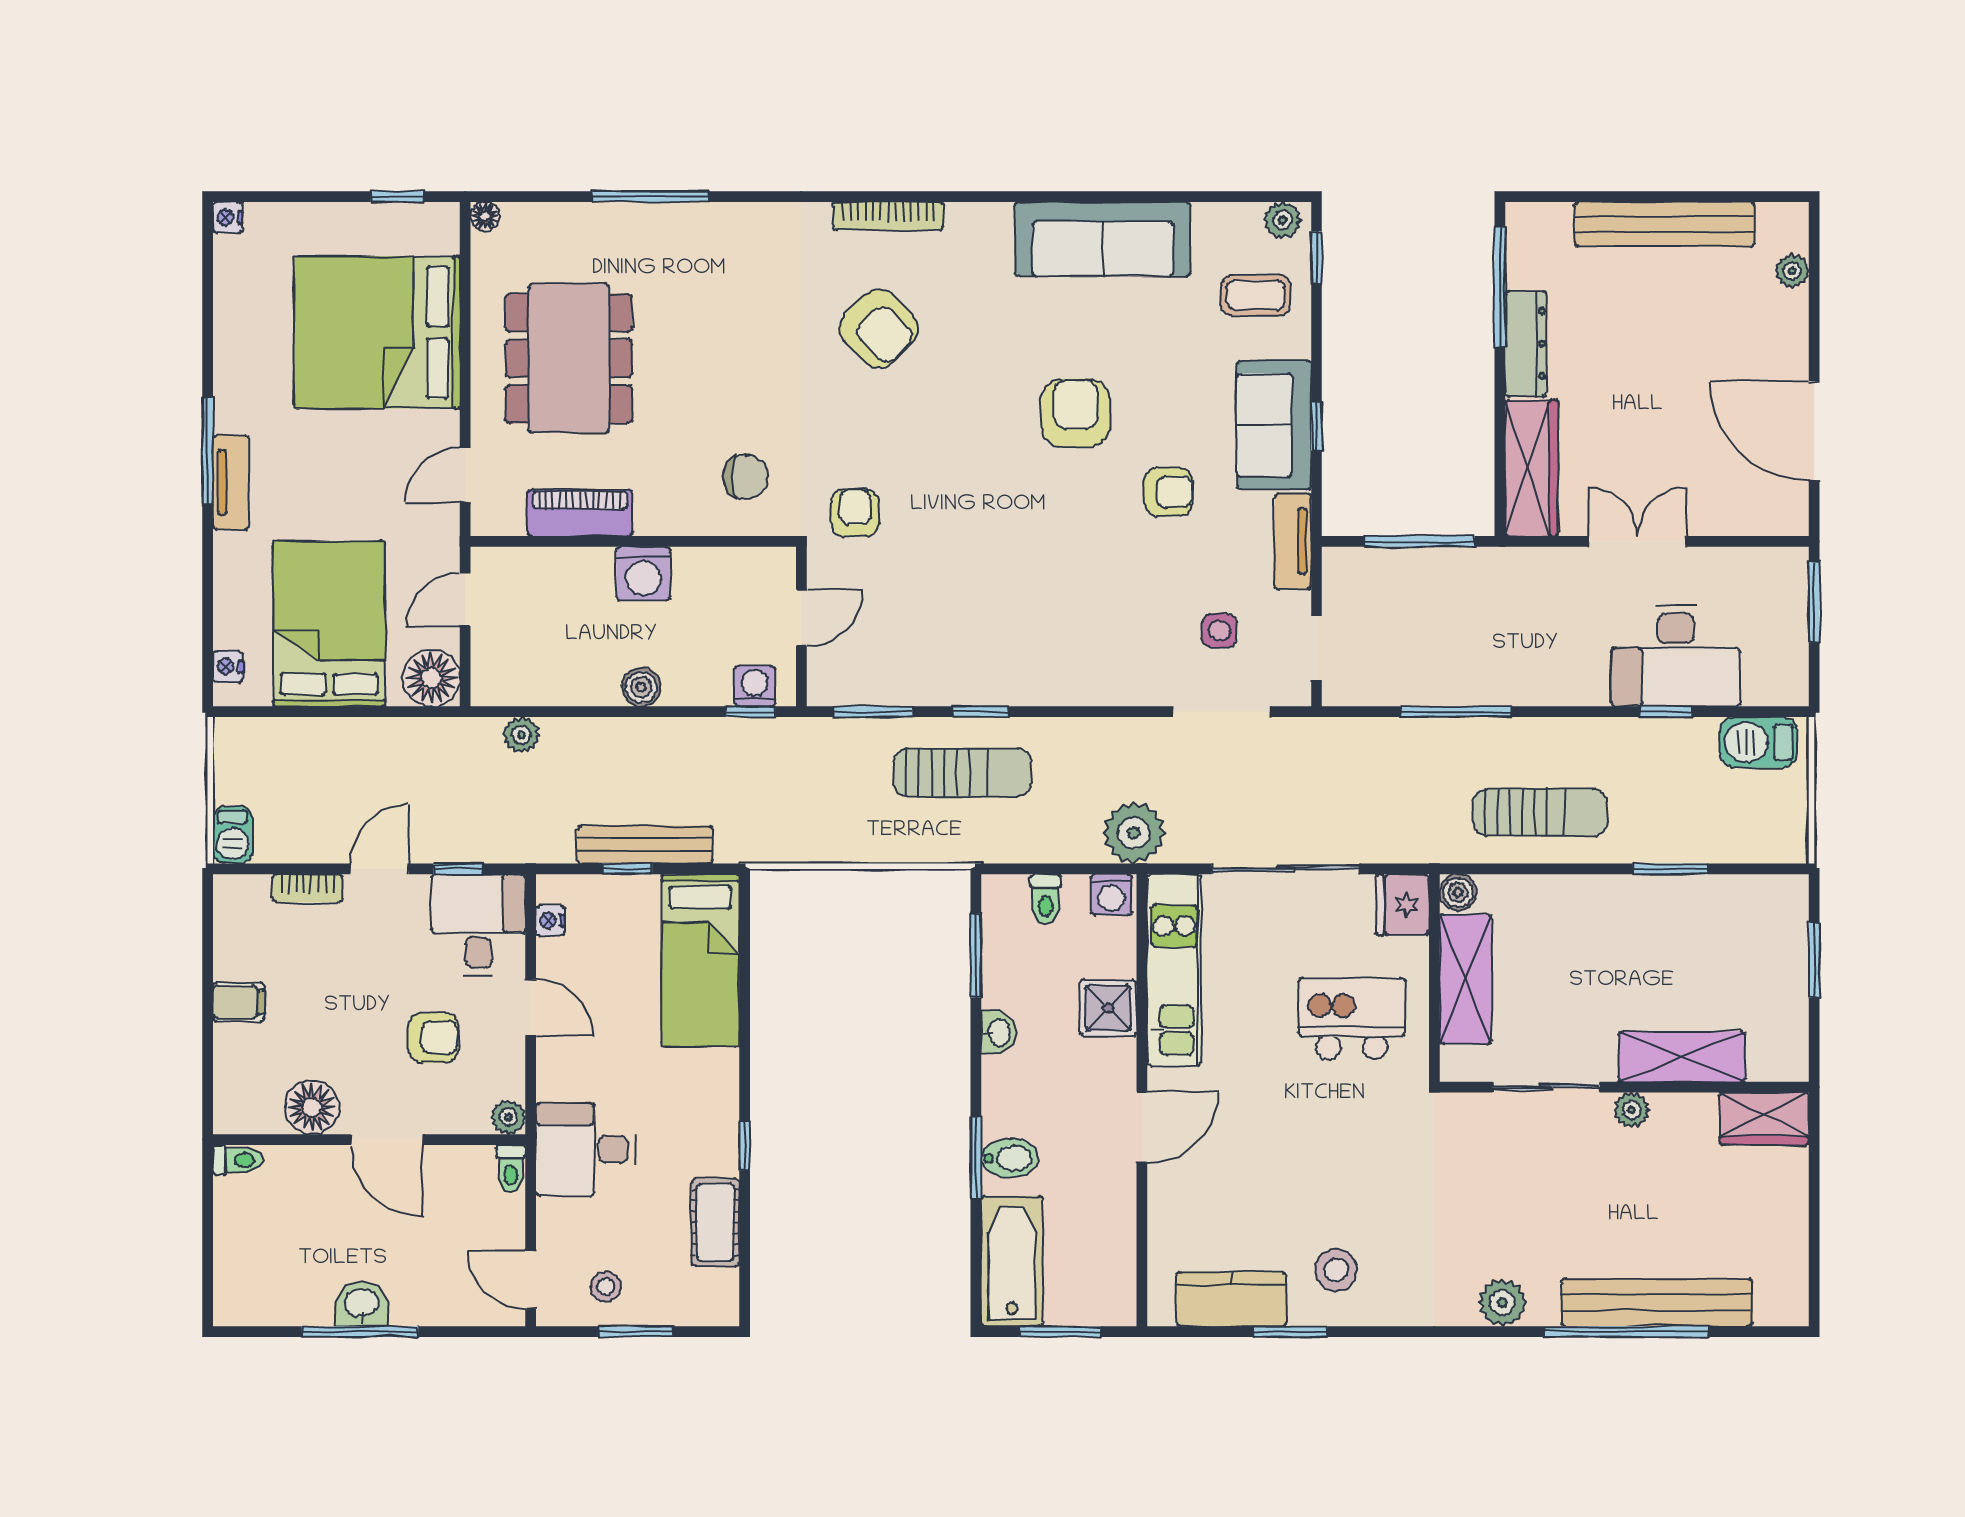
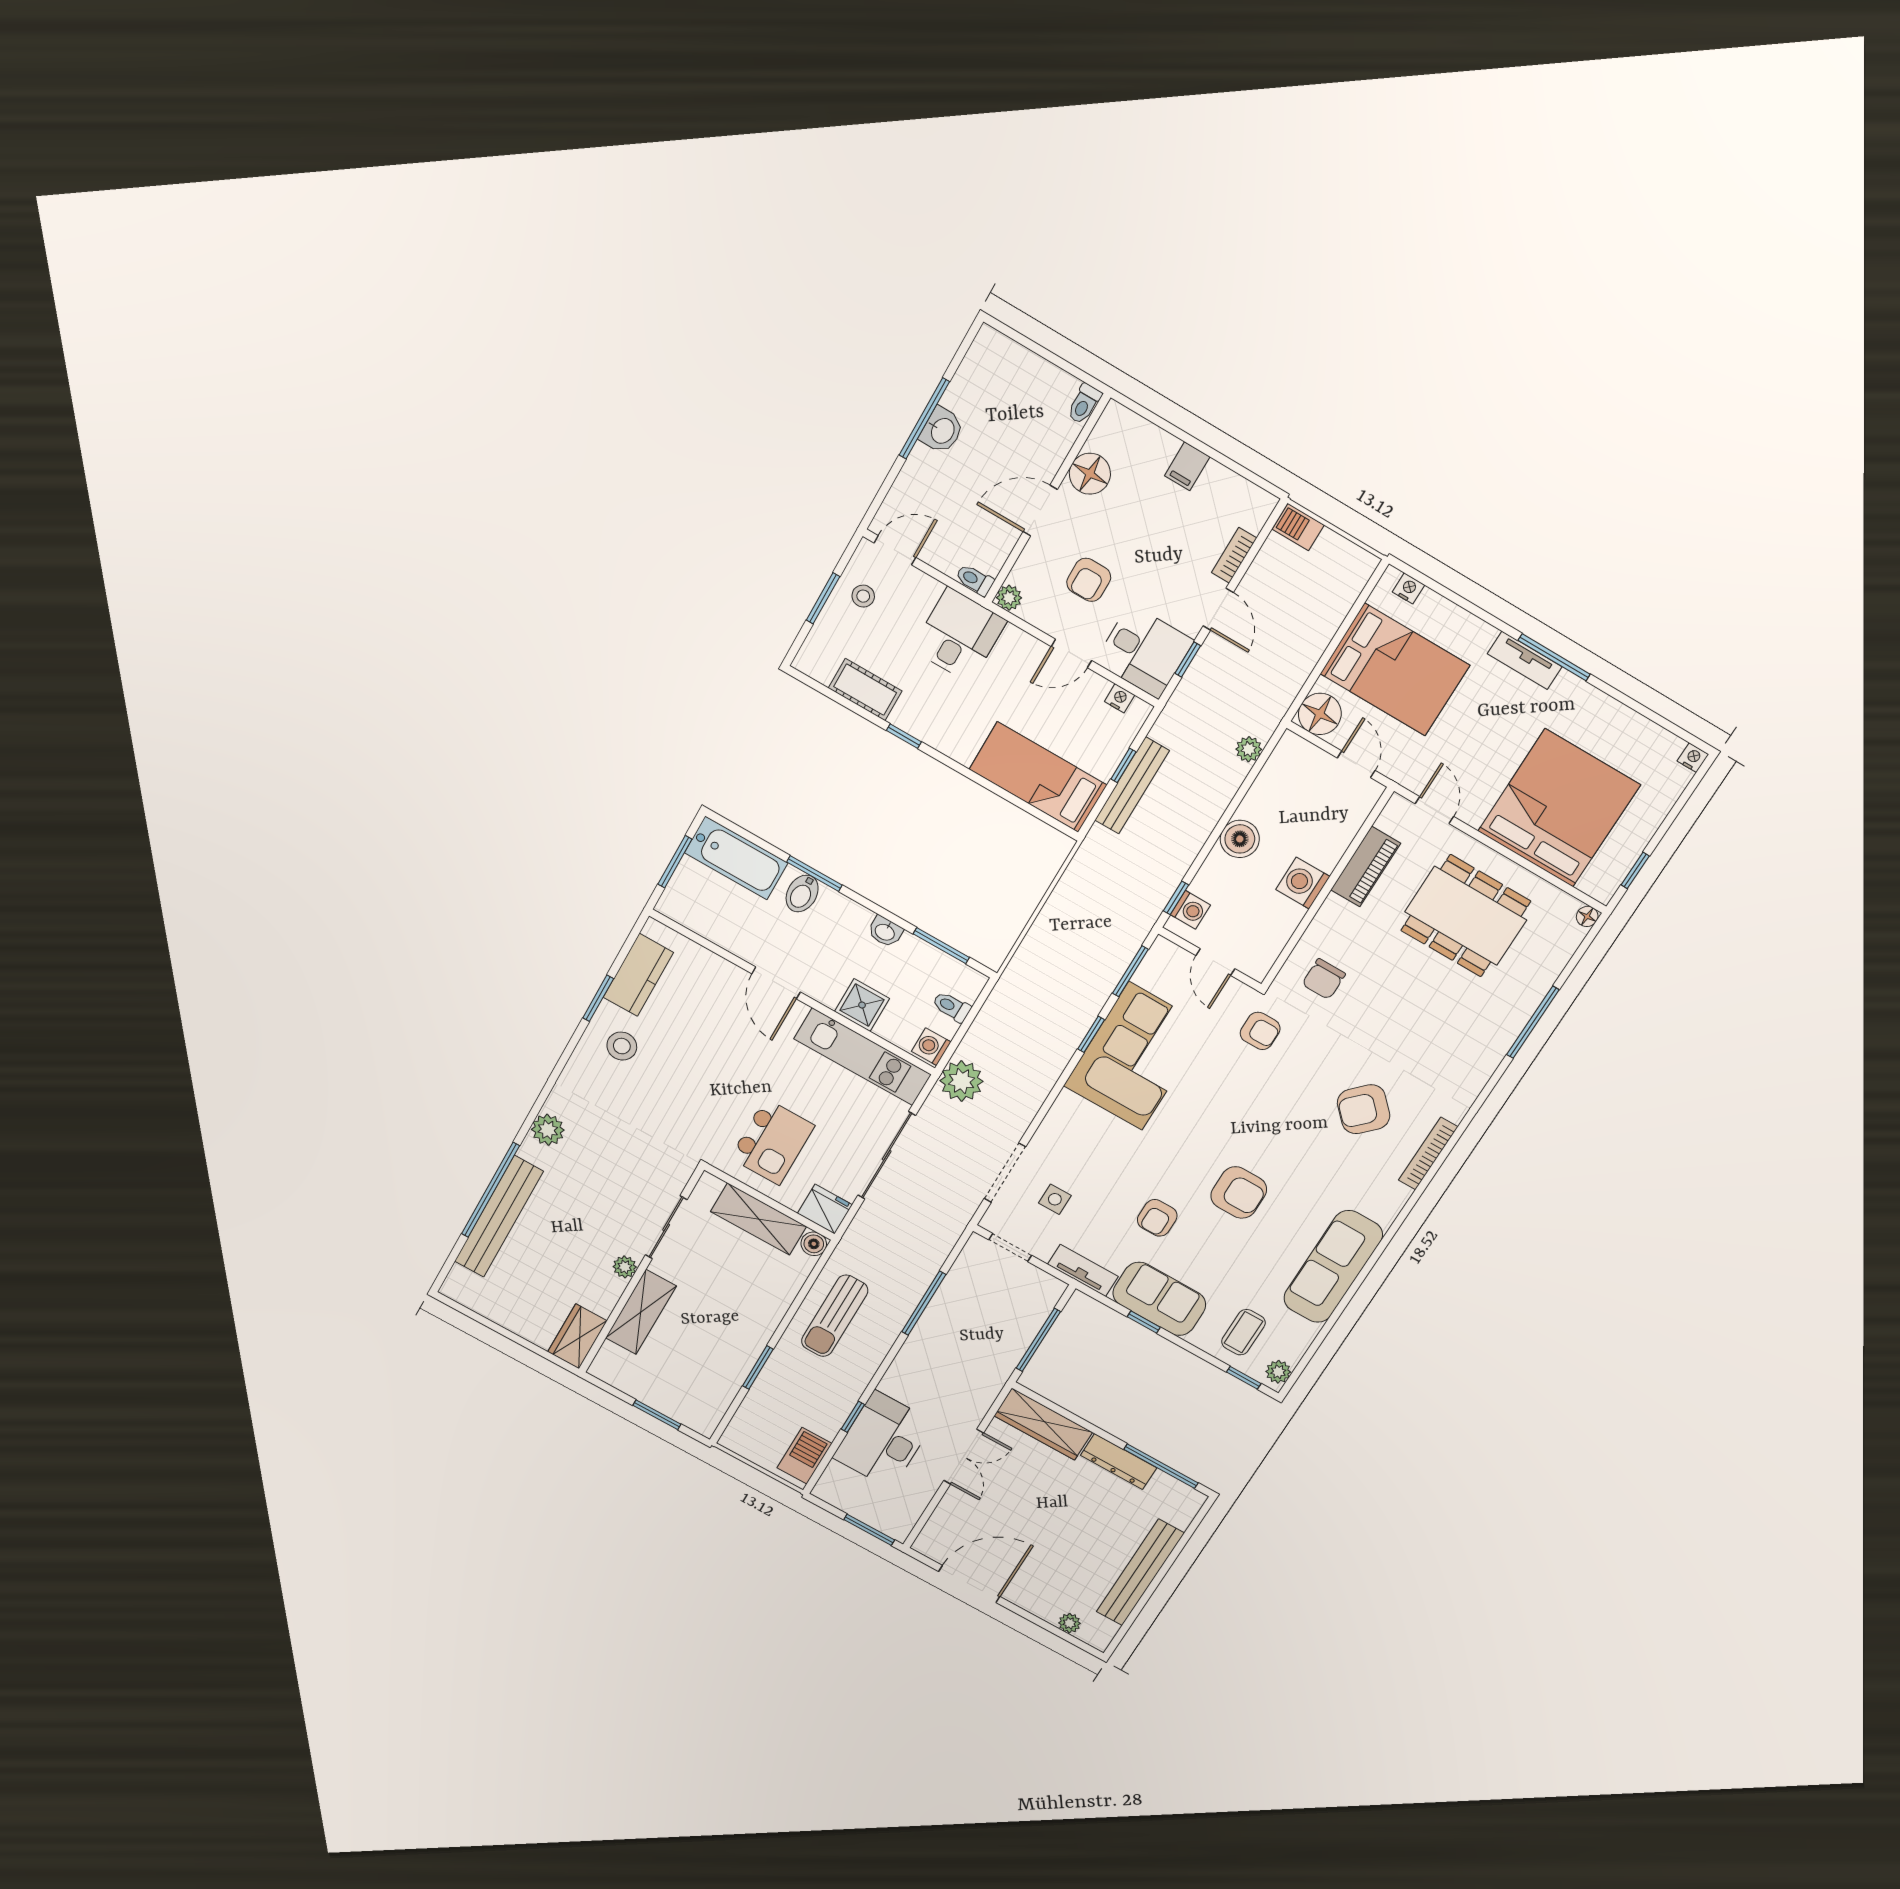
corner sofa: (976, 642) -> (1135, 1056), added
boiler: (641, 687) -> (1240, 839), width x1.36, depth x1.36
sun lounger: (963, 773) -> (1060, 1002), removed

